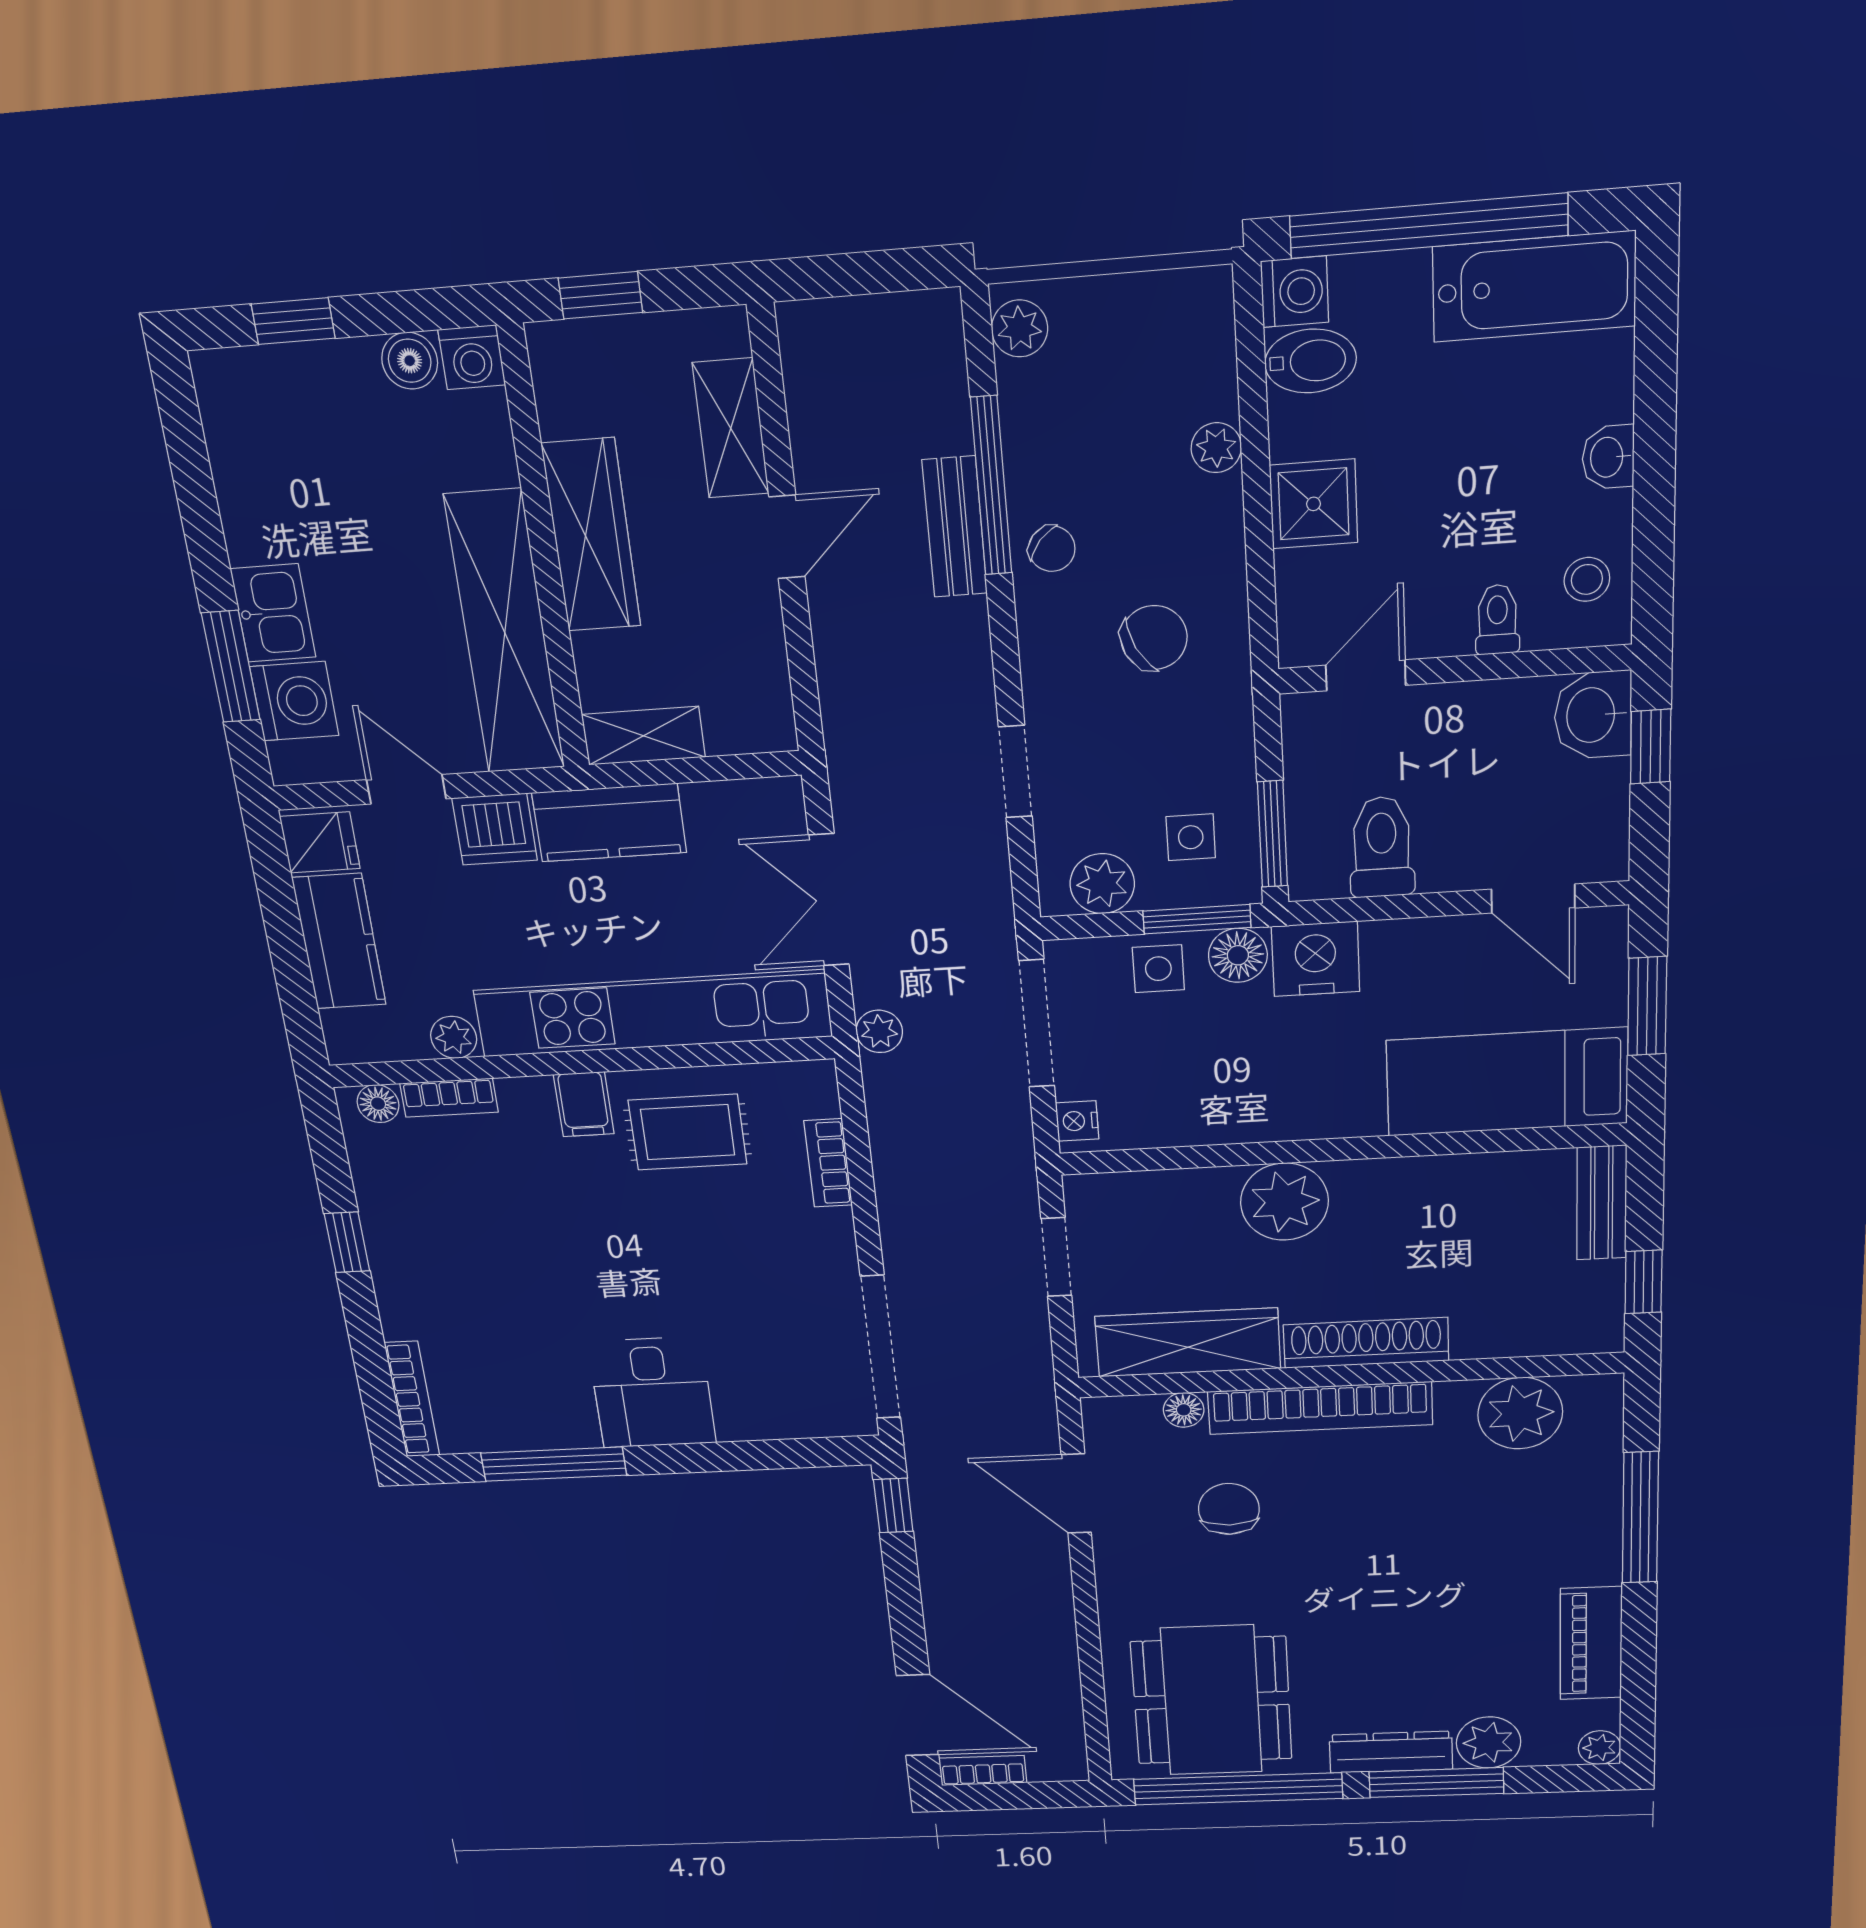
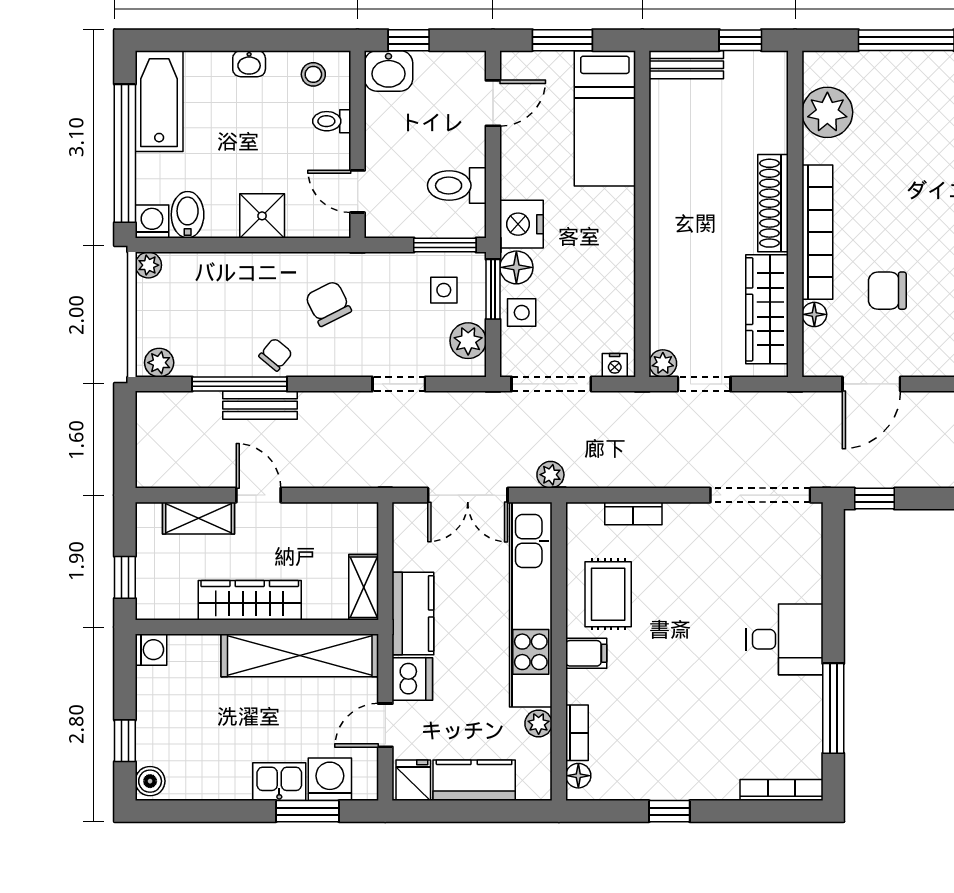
boiler: (410, 361) -> (150, 781), moved
plant: (1216, 448) -> (148, 265), moved
plant: (1284, 1202) -> (663, 363), moved, width x0.53, depth x0.53

